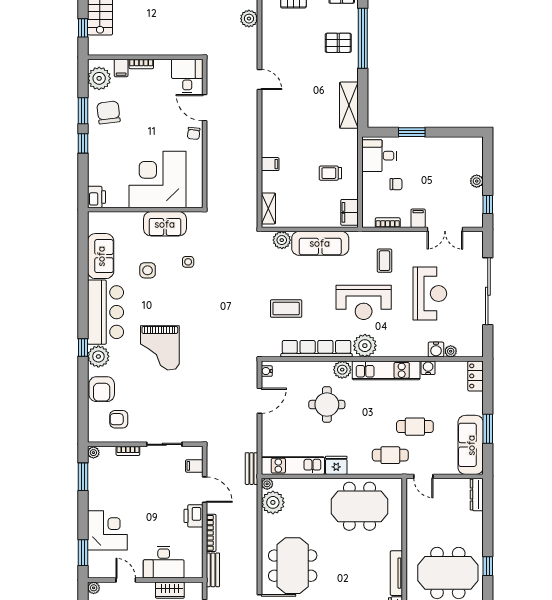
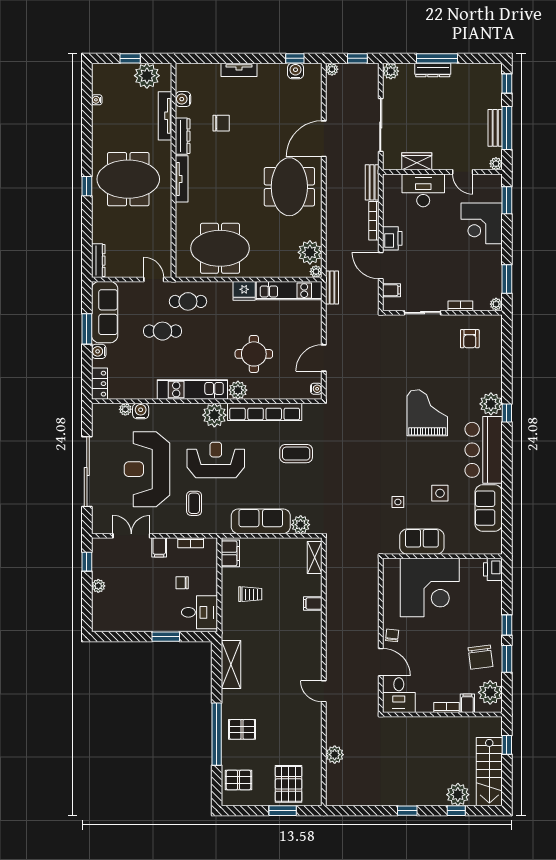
reception desk: (430, 294) -> (147, 469), width x1.36, depth x1.30
water cooler: (428, 368) -> (99, 351), moved, turned 90
armchair: (102, 389) -> (488, 370), removed
armchair: (119, 419) -> (470, 339), turned 90

